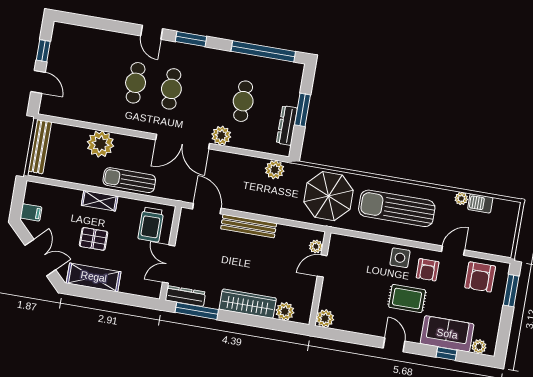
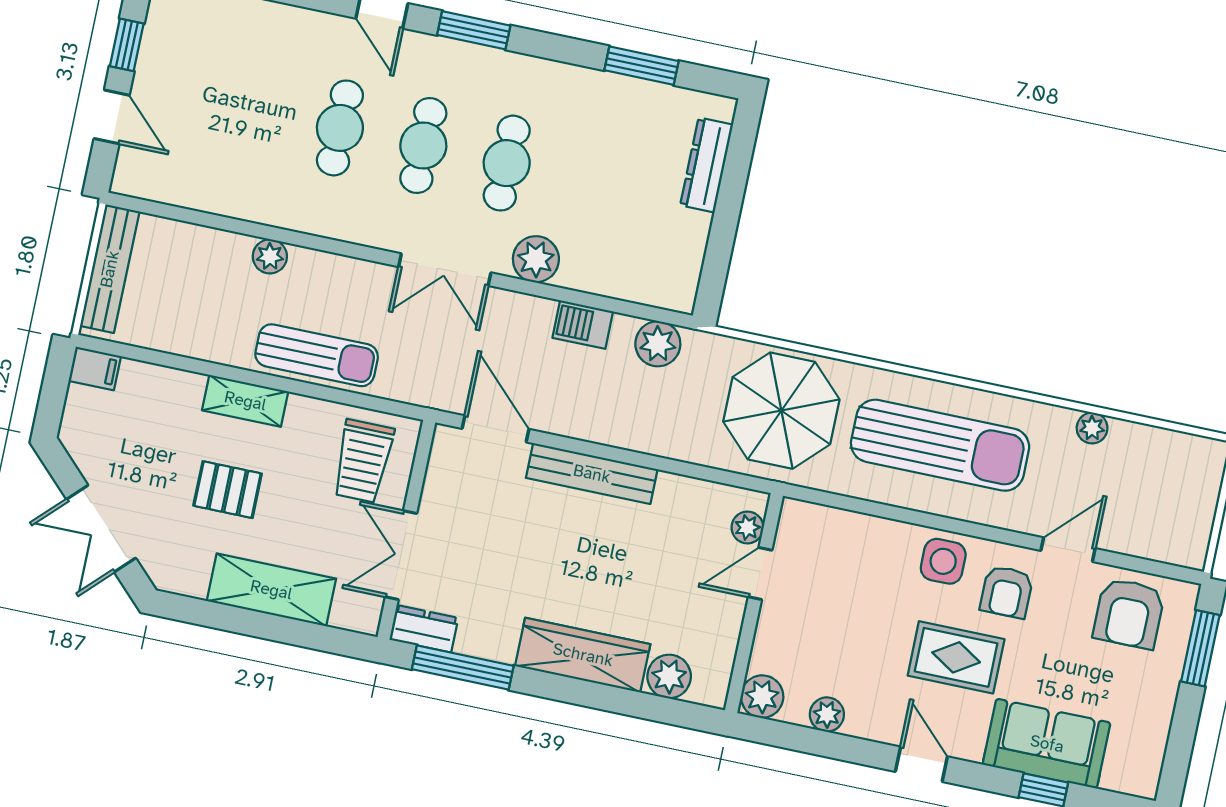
window: (263, 51) -> (642, 66), width x0.47
cafe table: (243, 101) -> (507, 163), moved
window: (302, 110) -> (728, 206), removed
dresser: (287, 125) -> (707, 165), moved
double door: (183, 142) -> (445, 270), width x0.73
plant: (100, 144) -> (270, 256), width x0.53, depth x0.53
sun lounger: (129, 180) -> (317, 355), turned 180
barbecue: (480, 203) -> (583, 325), moved
sun lounger: (397, 208) -> (940, 445), turned 180
filing cabinet: (31, 212) -> (95, 368), moved
double door: (40, 258) -> (101, 529), swing flipped
shelving: (94, 277) -> (271, 590), moved
dresser: (185, 296) -> (424, 629), width x0.70
plant: (479, 347) -> (827, 714), moved

